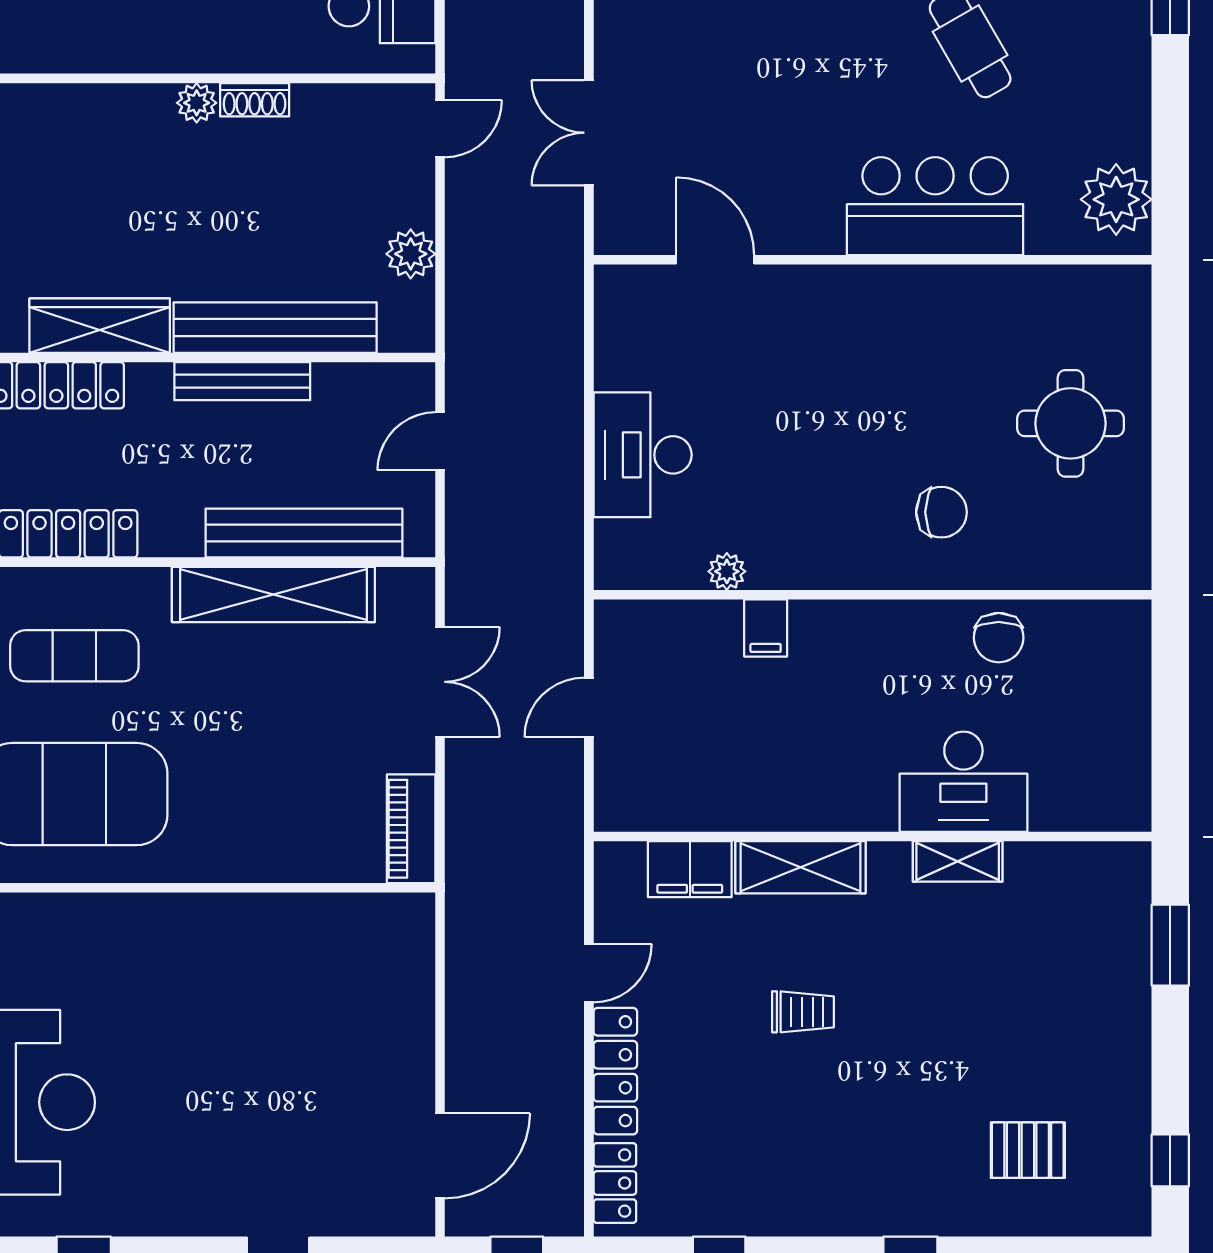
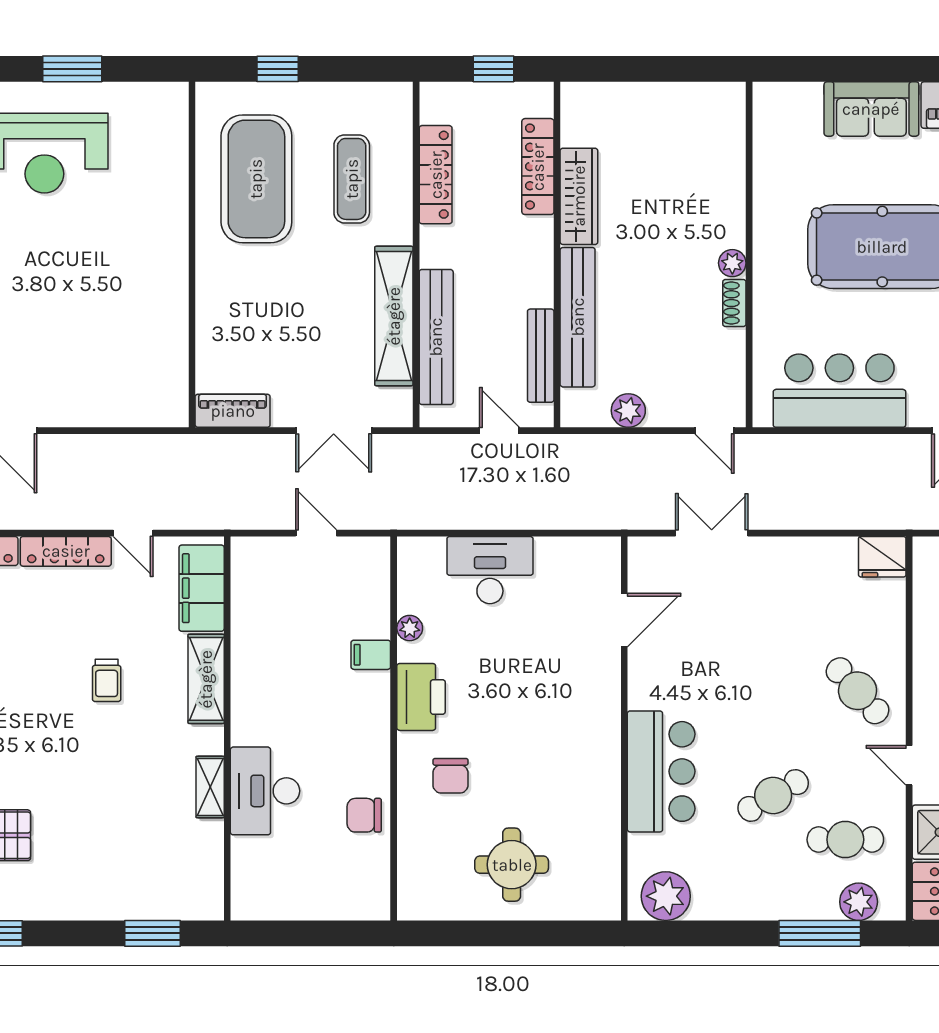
bench: (242, 381) -> (541, 356), moved
printer: (827, 555) -> (421, 697), added
filing cabinet: (690, 869) -> (202, 588), width x1.50, depth x1.17

